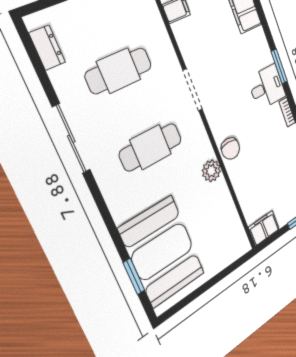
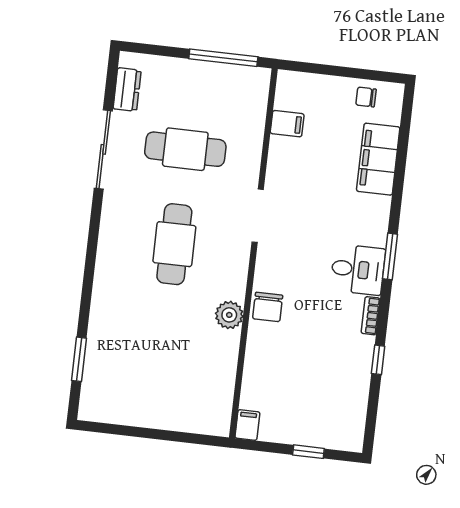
sliding door: (71, 139) -> (103, 149), moved
cafe table: (151, 147) -> (174, 244), turned 90
filing cabinet: (264, 228) -> (247, 425), width x0.50
booth: (162, 251) -> (123, 358), removed

